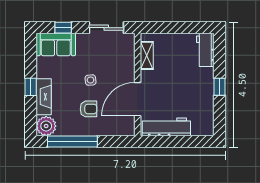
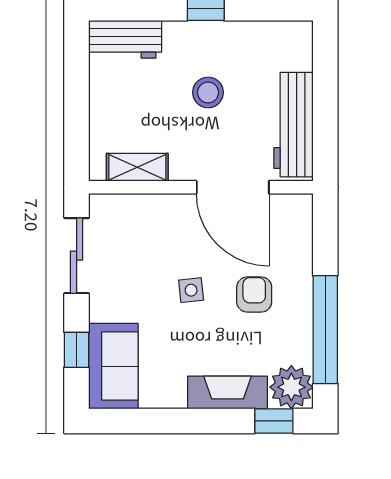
window: (31, 87) -> (274, 421), moved
stool: (181, 88) -> (208, 92), added

